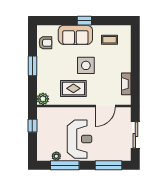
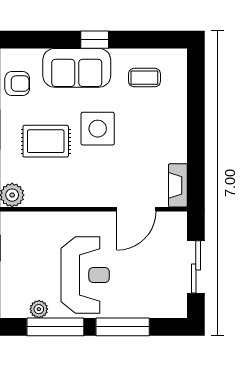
fireplace: (126, 84) -> (178, 185), moved
rug: (73, 88) -> (46, 141), moved
window: (109, 165) -> (123, 327), moved

